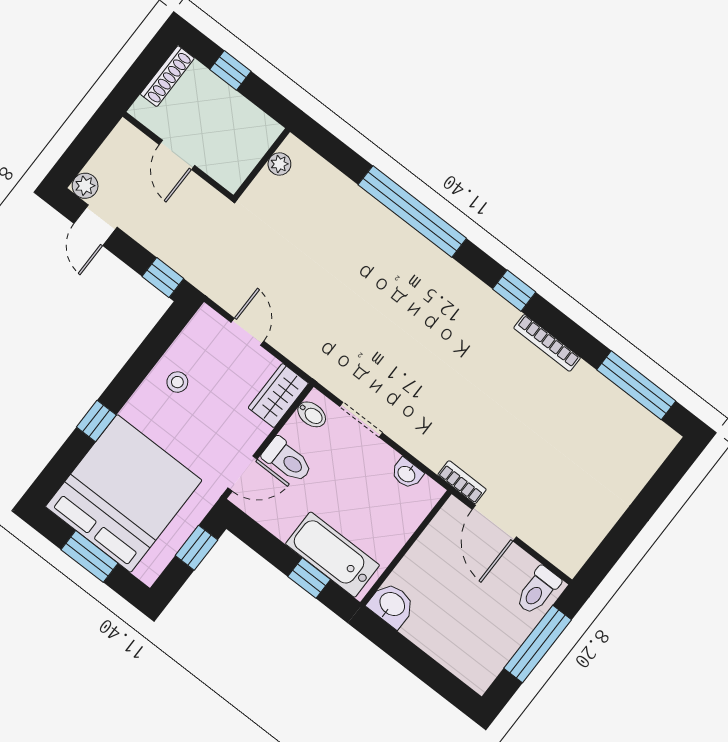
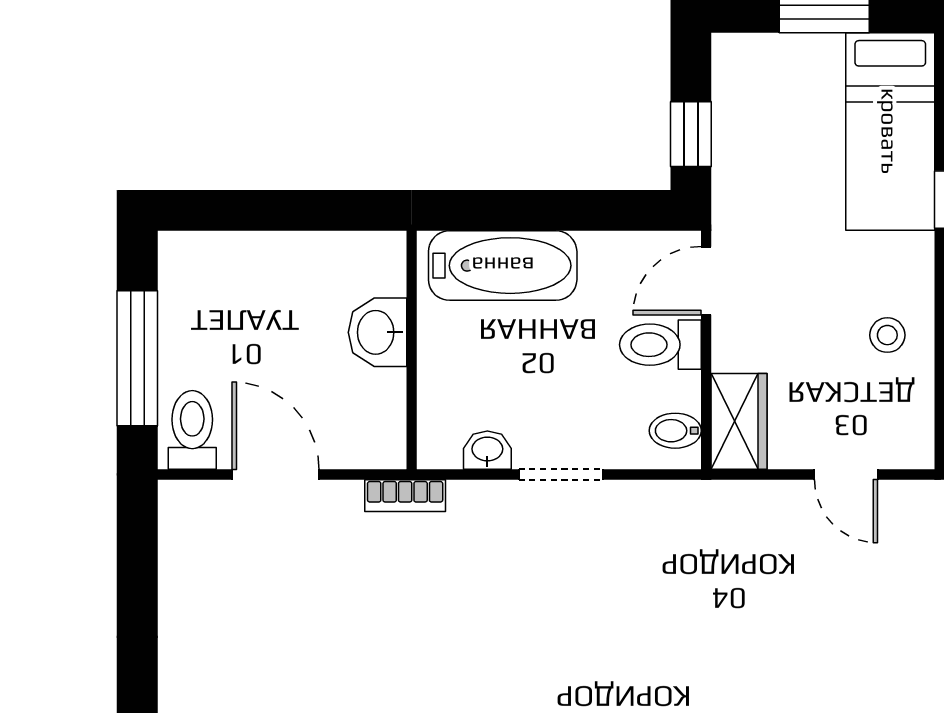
doorway: (361, 420) -> (561, 474), moved
bed: (124, 493) -> (890, 131), width x0.49
door: (494, 523) -> (276, 474), moved
window: (309, 578) -> (510, 210), removed
washbasin: (392, 605) -> (377, 332), moved, turned 90

